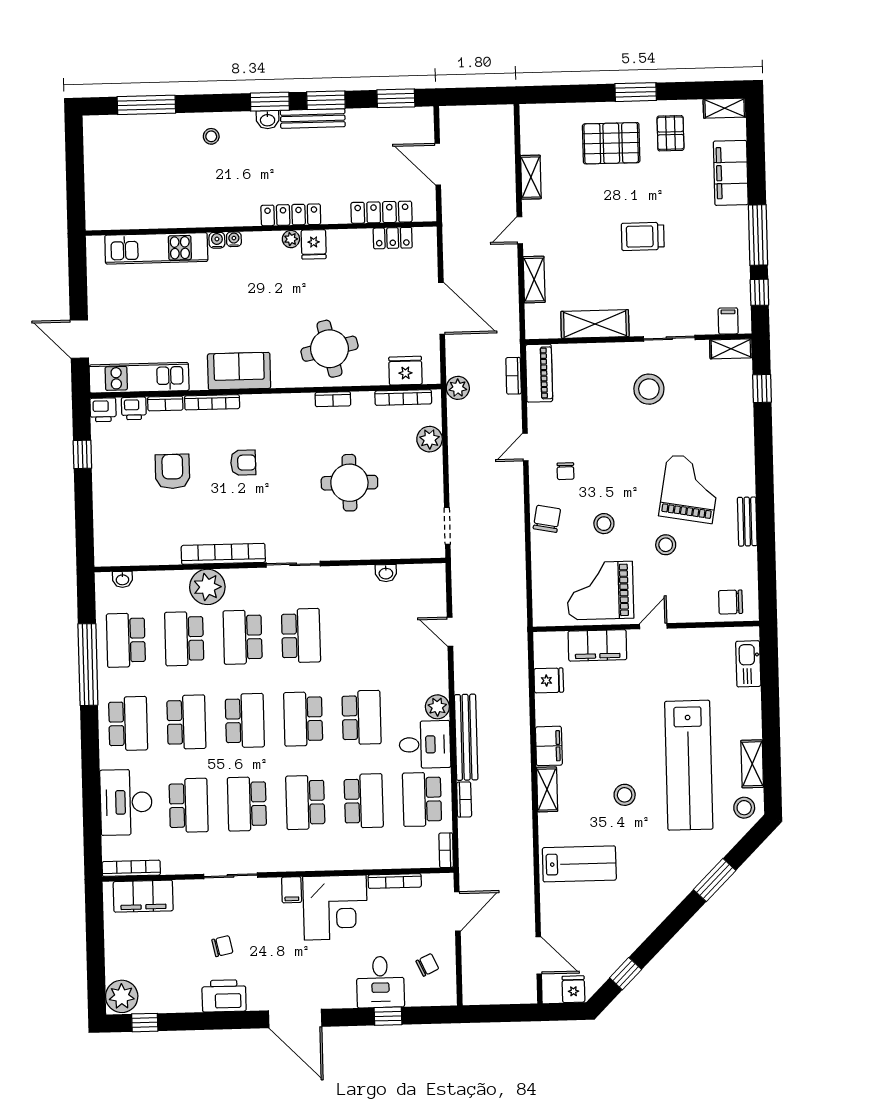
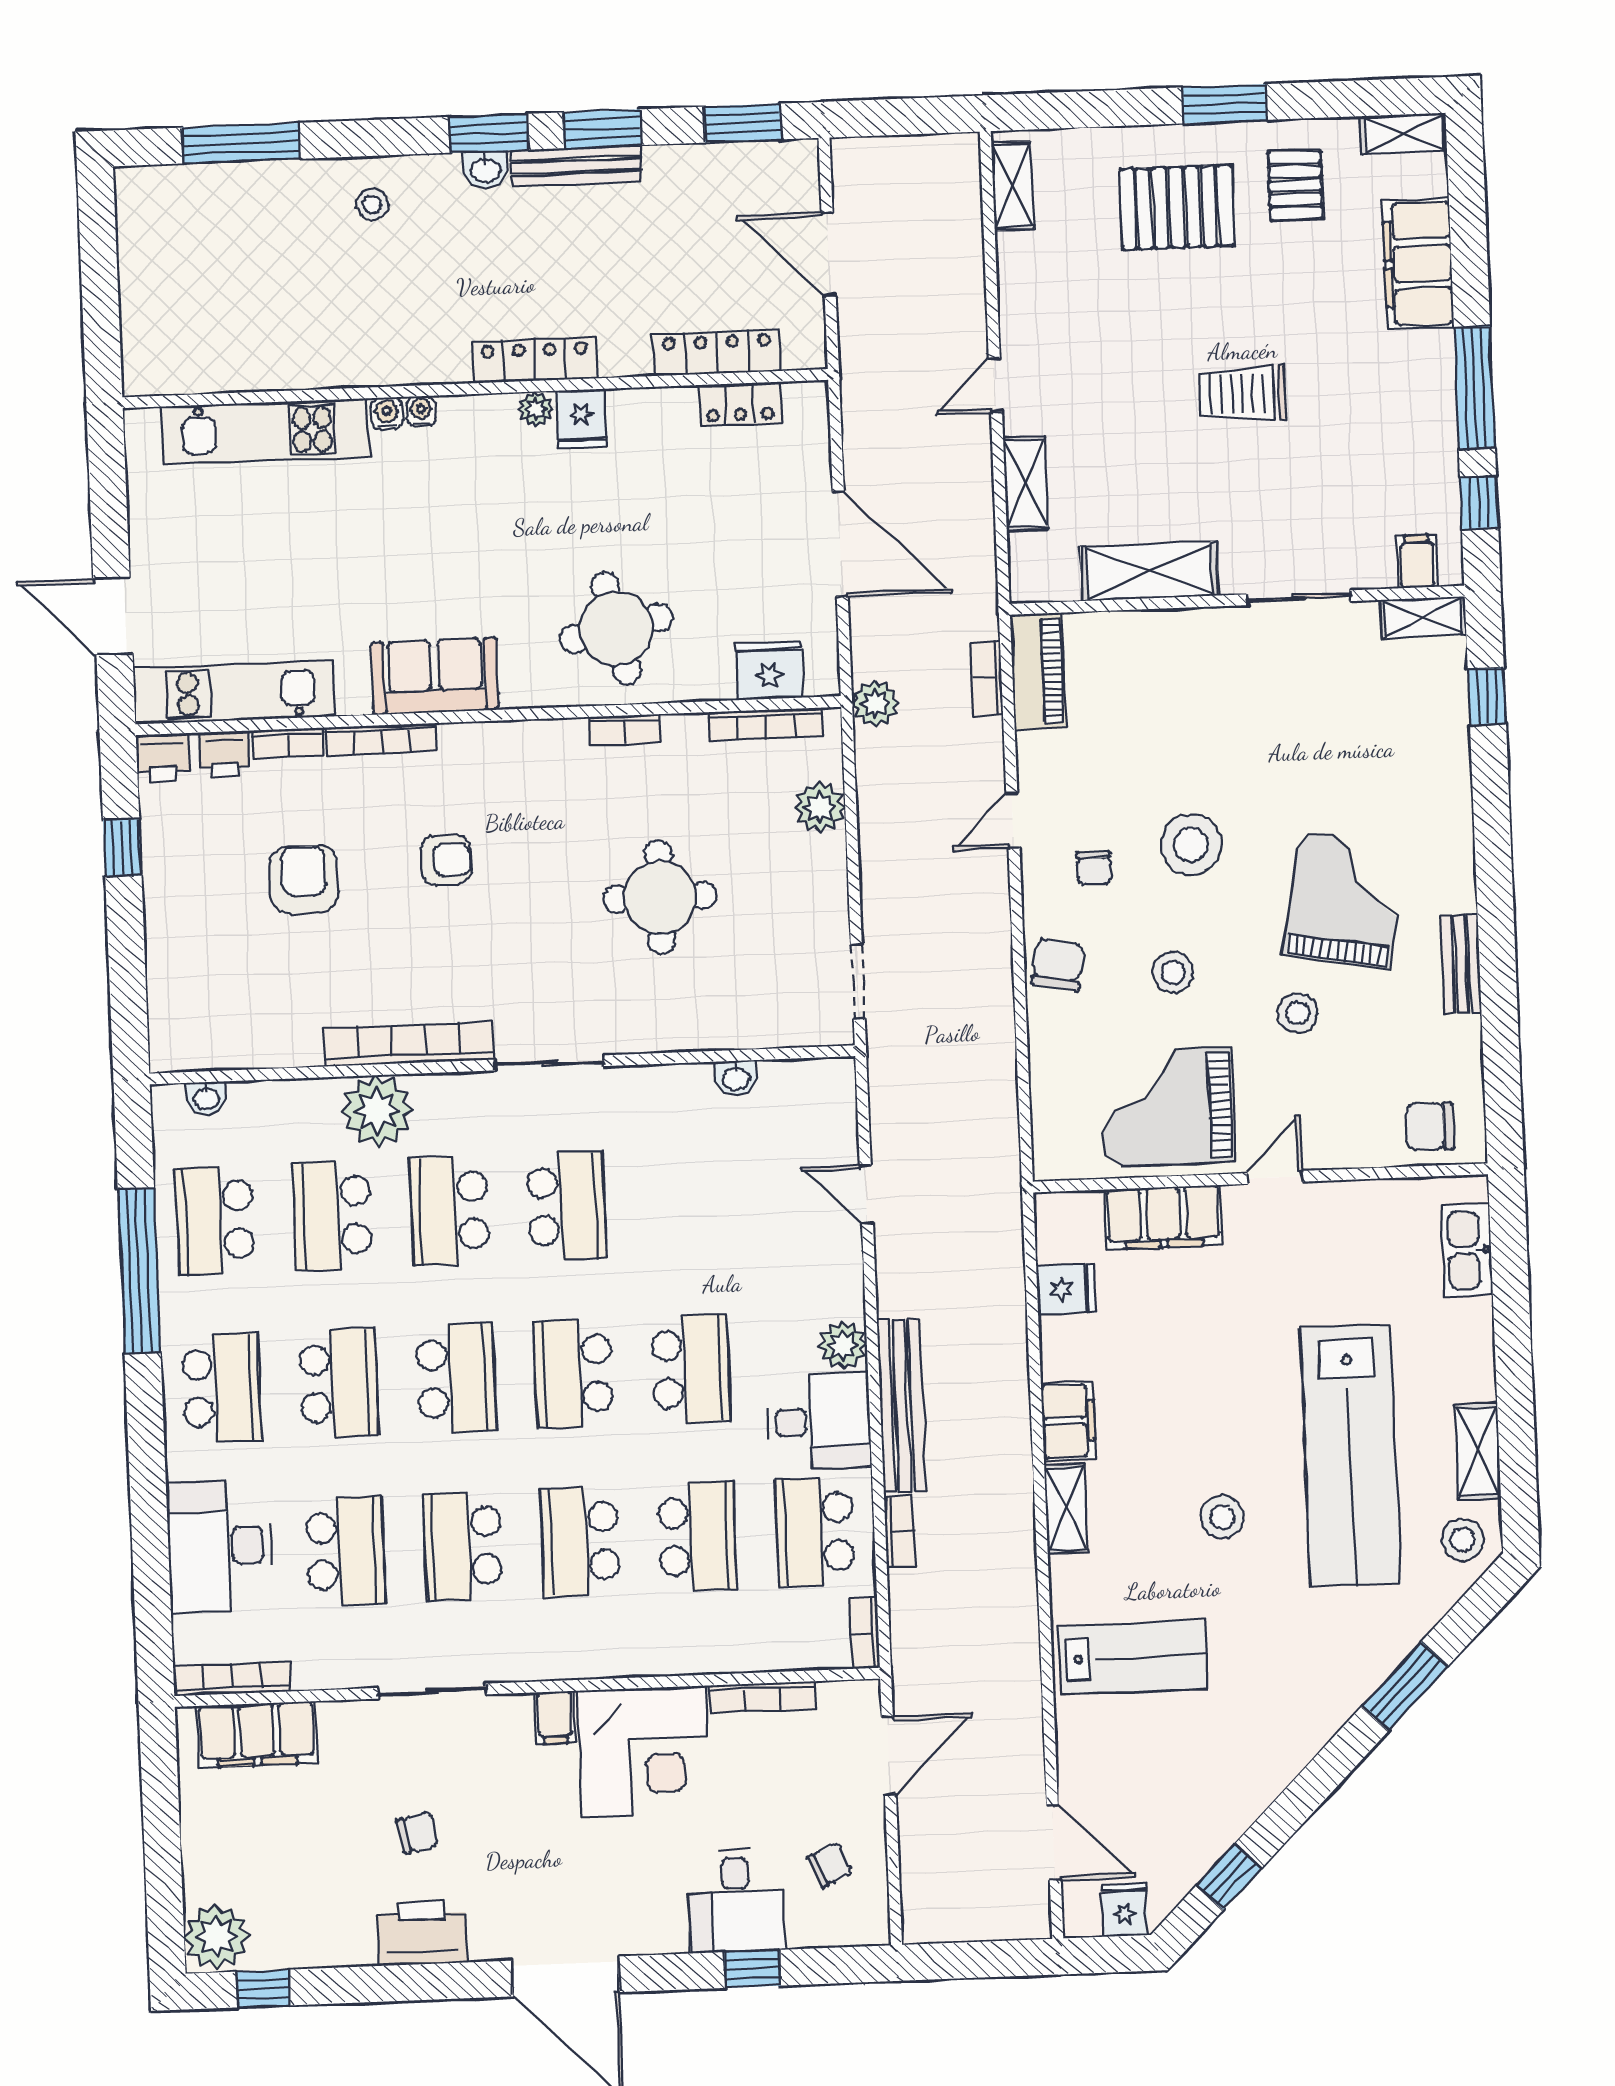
shelving: (531, 177) -> (1012, 186), moved
stool: (649, 389) -> (1191, 845), moved

